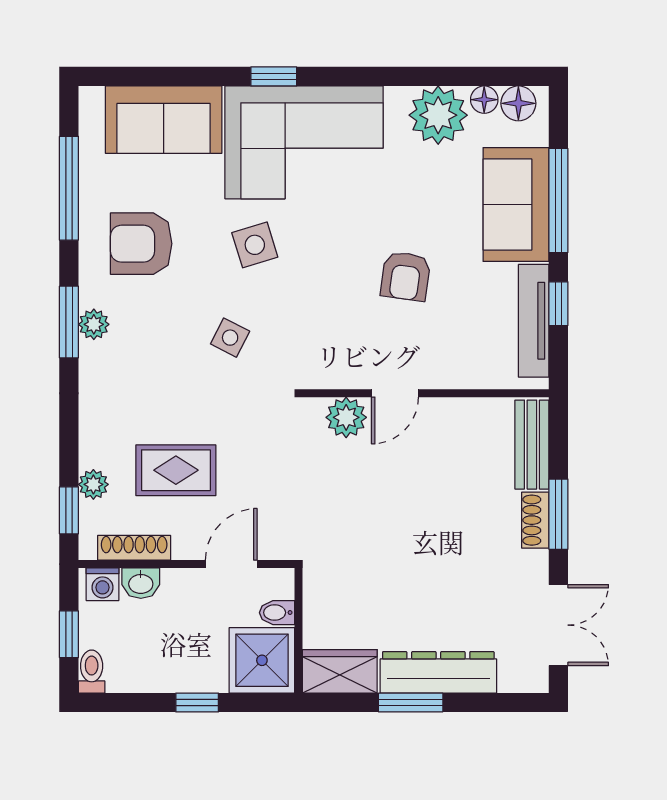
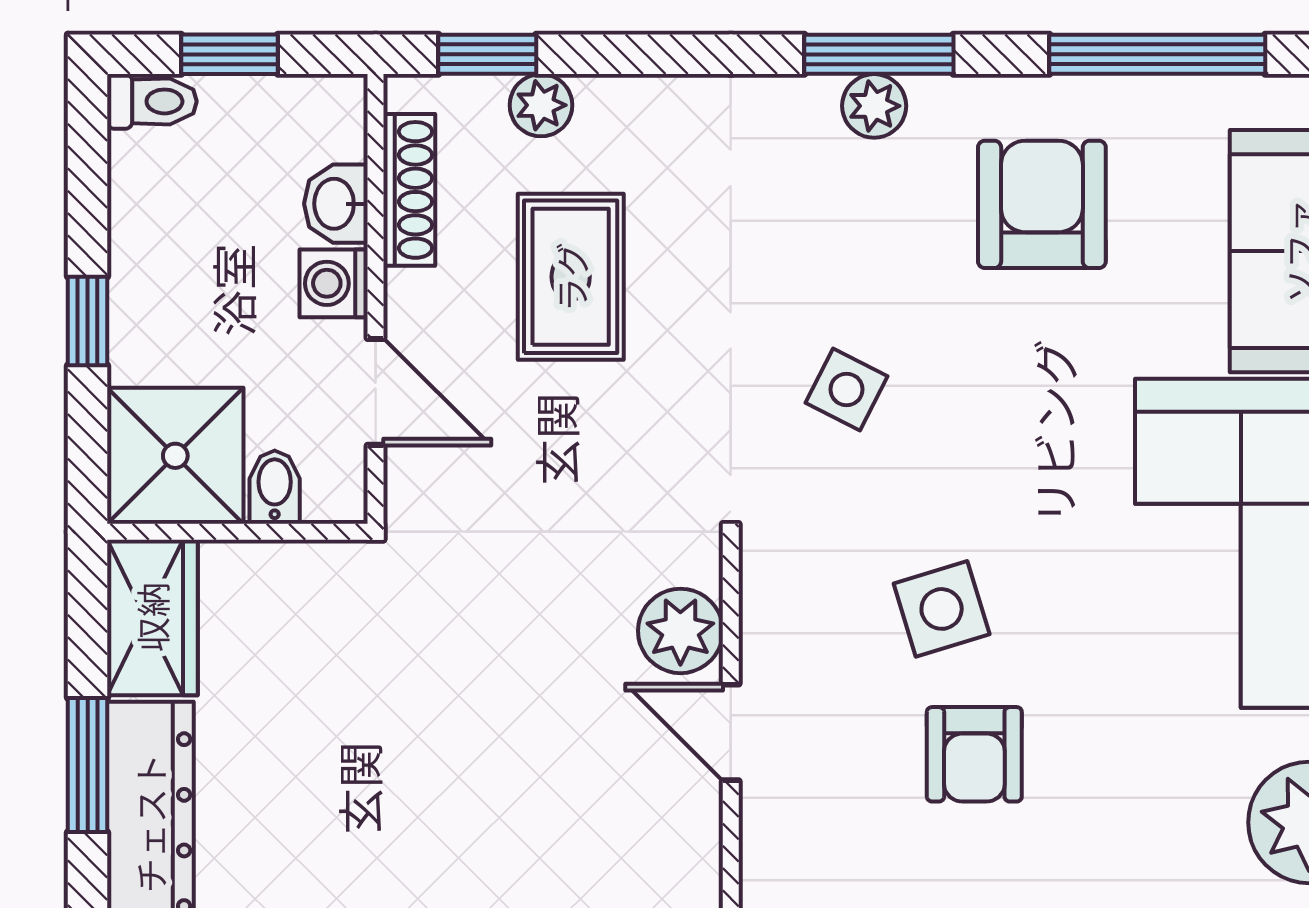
side table: (255, 245) -> (942, 609), moved
armchair: (406, 276) -> (974, 754), turned -98
washing machine: (103, 584) -> (334, 283), moved

